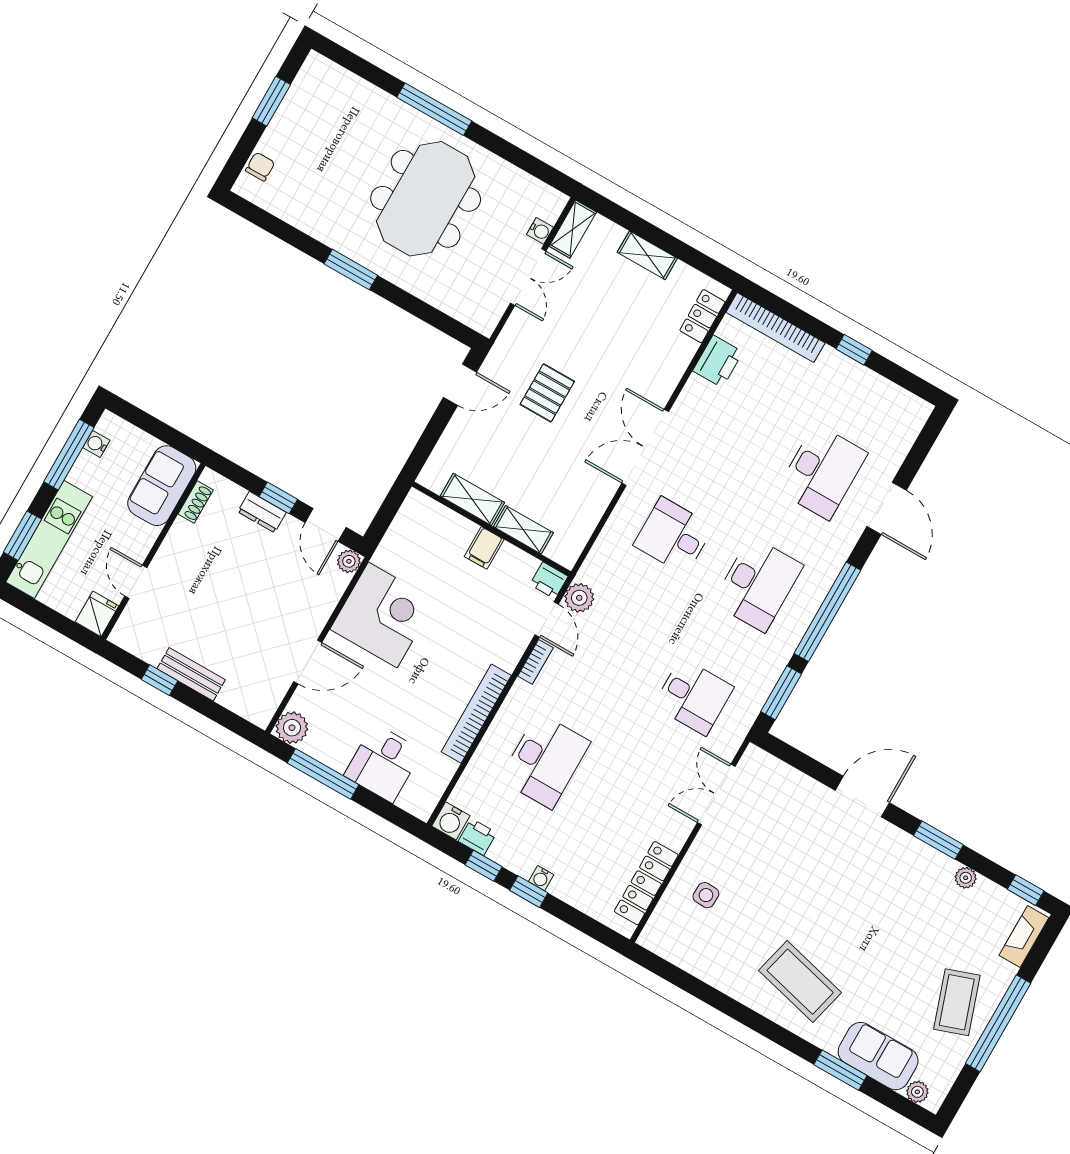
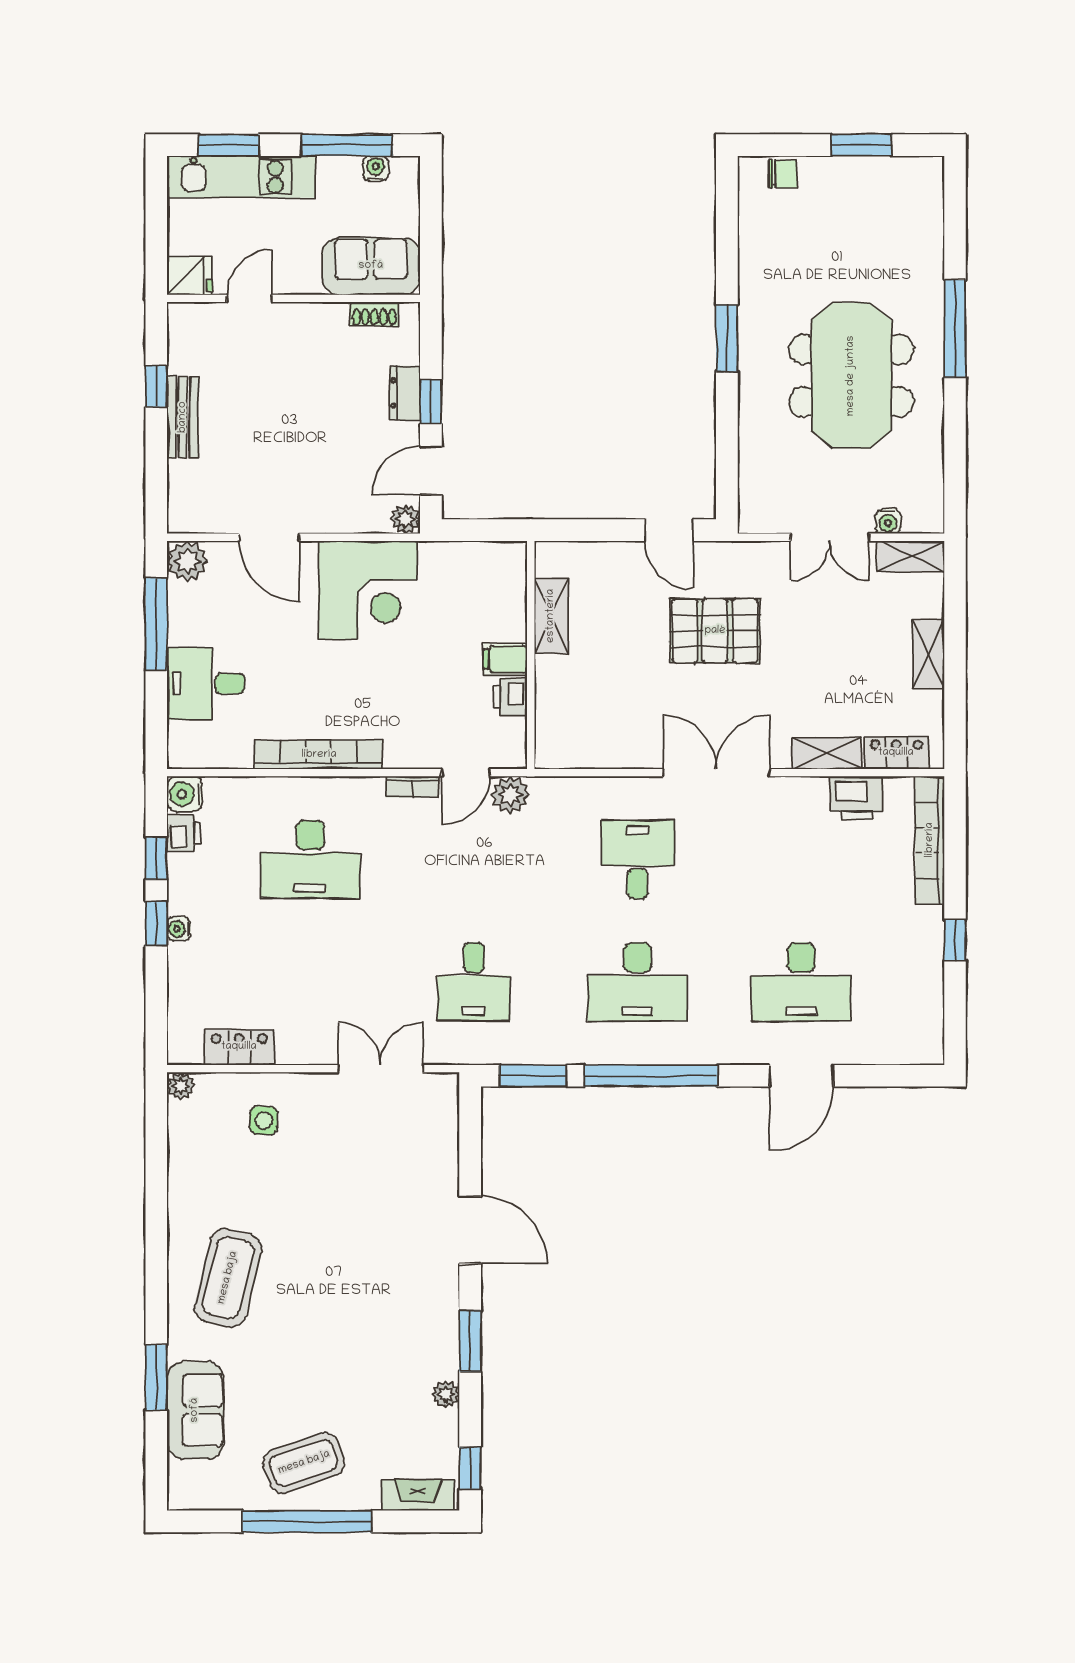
meeting table: (426, 199) -> (851, 376), turned 90
pallet: (547, 393) -> (715, 631), width x1.50, depth x1.42
shelving: (523, 530) -> (827, 753), moved, turned 90
printer: (549, 580) -> (510, 697), moved
locker: (646, 883) -> (239, 1047), width x0.66
plant: (917, 1092) -> (181, 1086), moved

